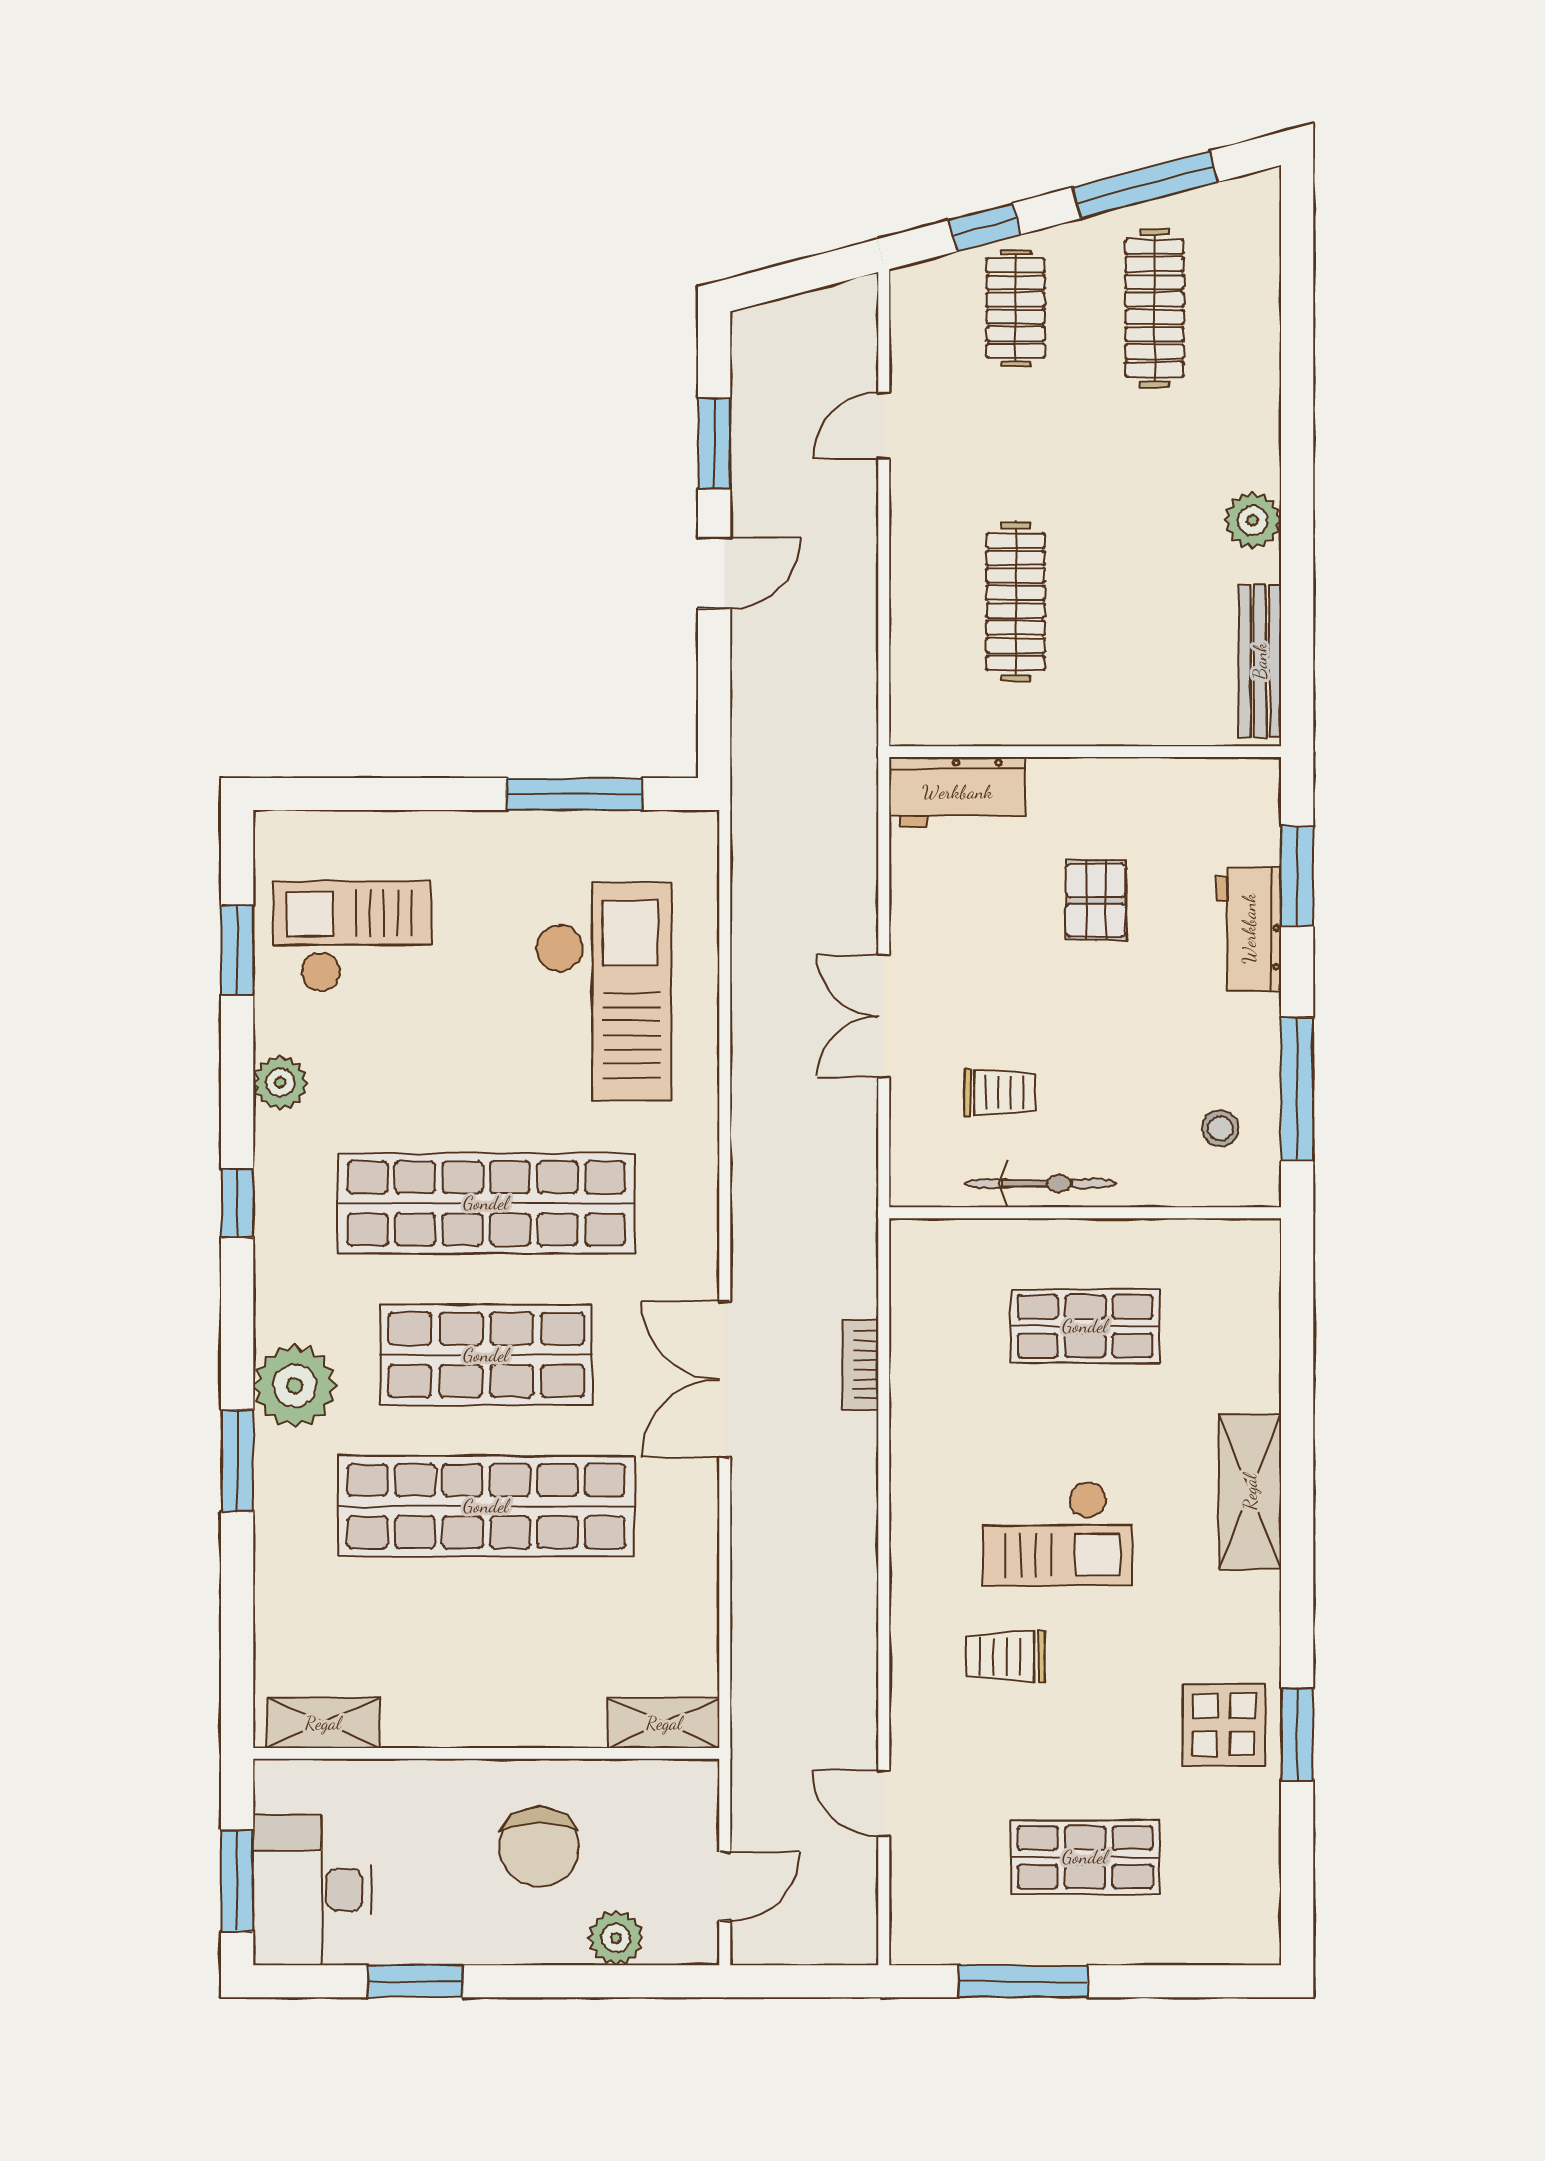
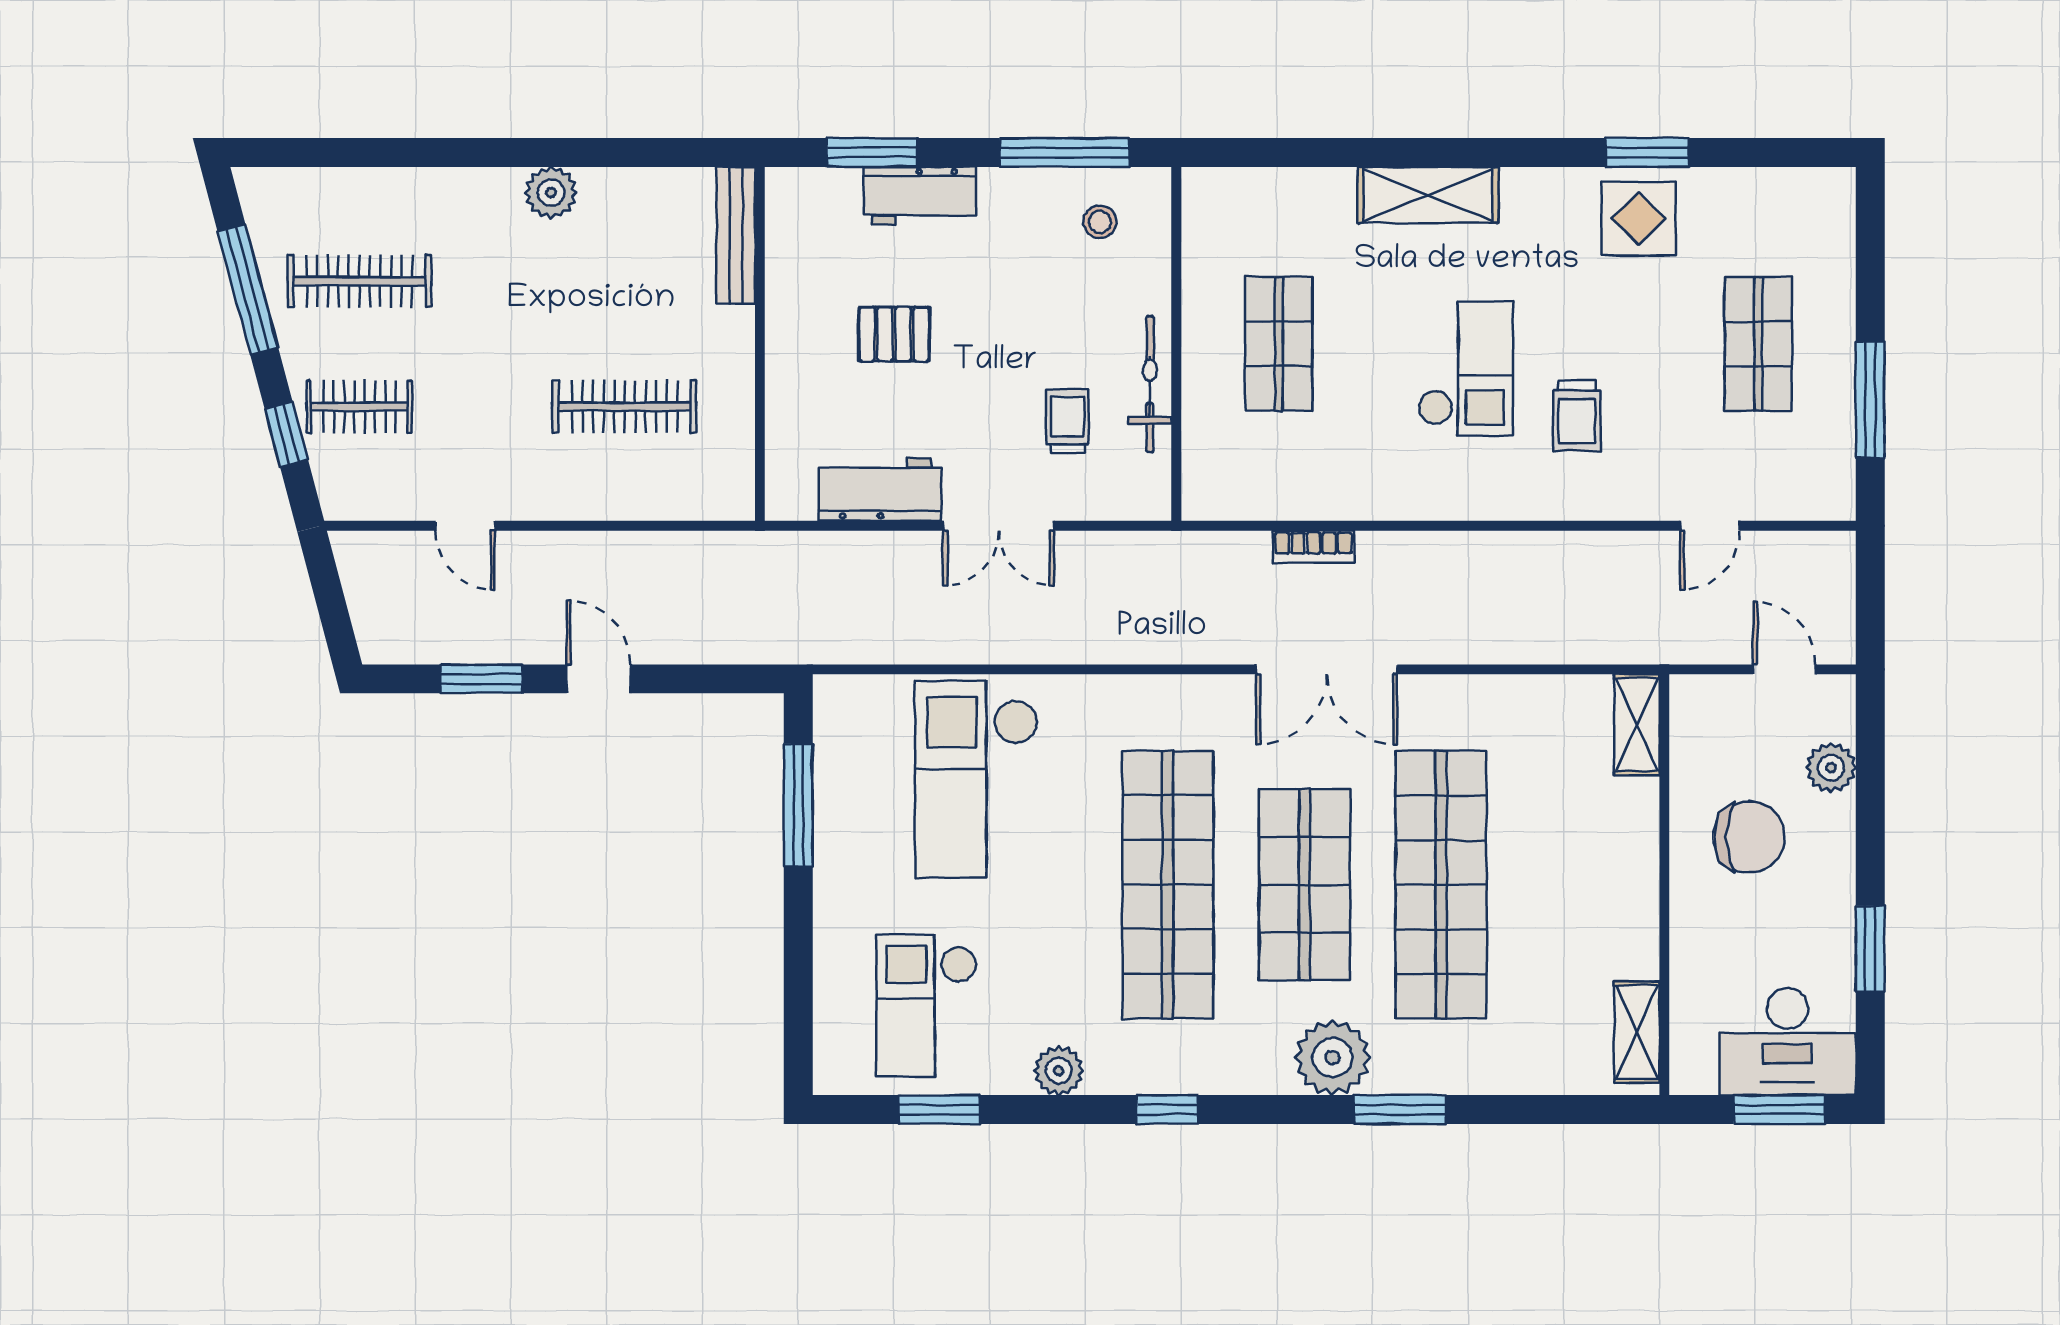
bench: (1260, 661) -> (736, 235), moved, turned 90
workbench: (957, 792) -> (880, 489), moved, turned -90
checkout: (603, 992) -> (976, 779), turned -90

